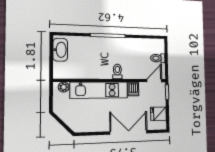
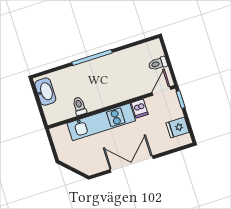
toilet: (117, 71) -> (79, 106), moved
plant: (64, 87) -> (62, 131), removed
double door: (129, 132) -> (132, 164), moved

